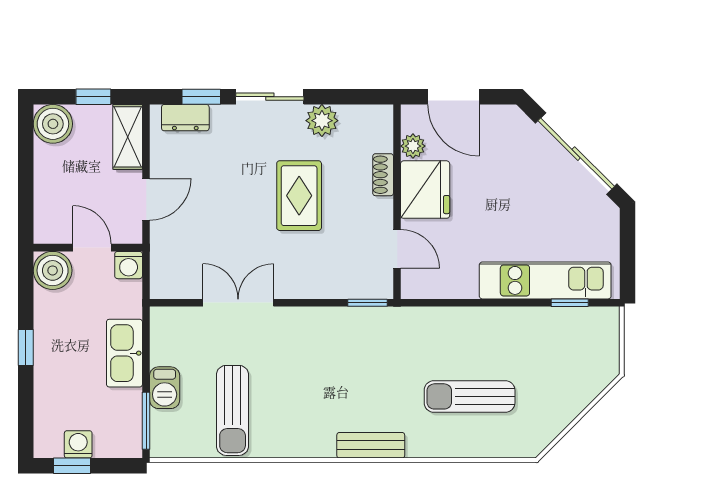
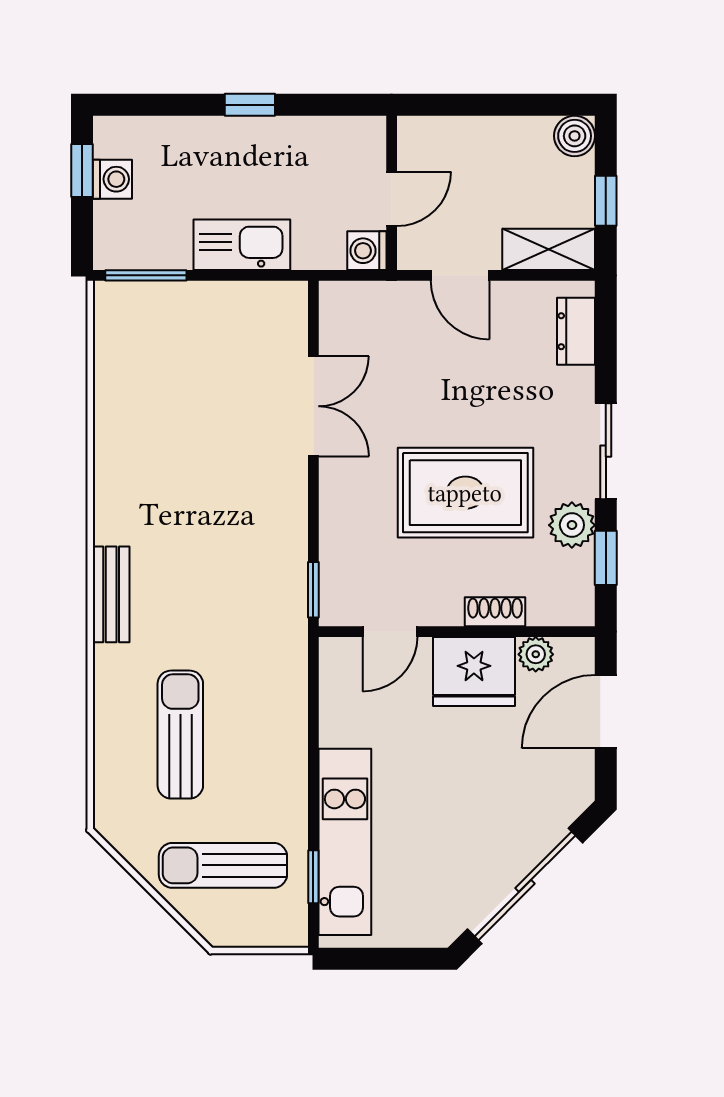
window: (201, 97) -> (606, 558), moved
boiler: (53, 124) -> (575, 136), width x0.73, depth x0.73
rug: (299, 196) -> (465, 493), width x1.36, depth x1.43
boiler: (53, 270) -> (359, 143), removed
barbecue: (165, 388) -> (193, 302), removed
sun lounger: (233, 410) -> (223, 865), moved

